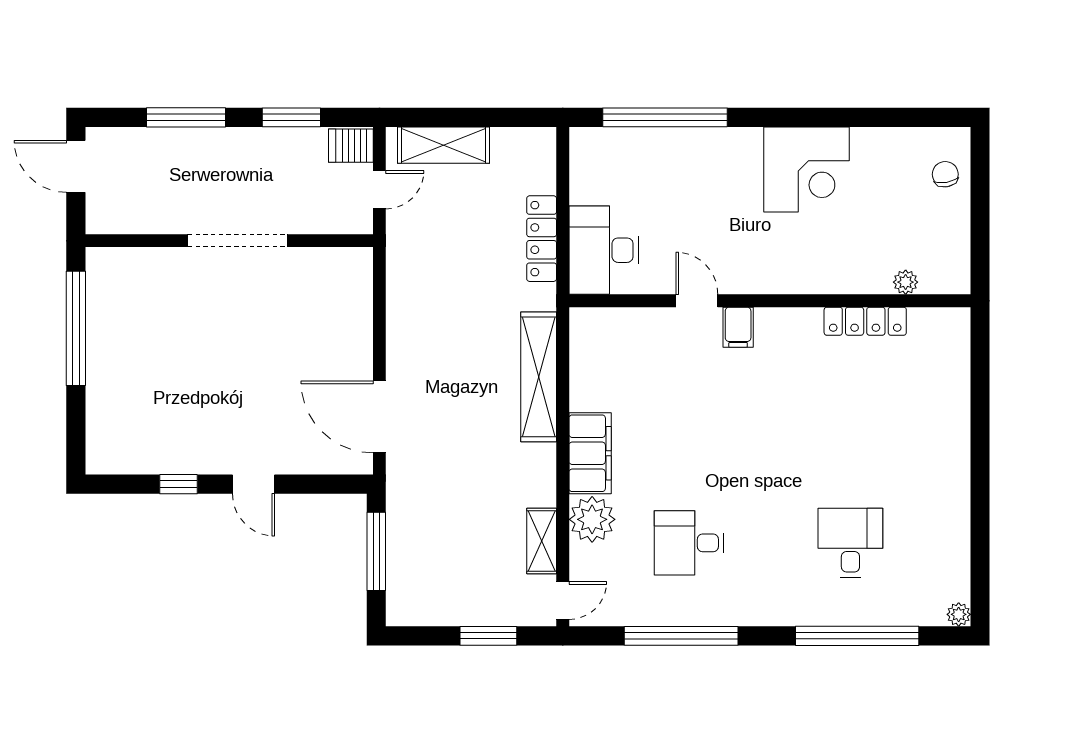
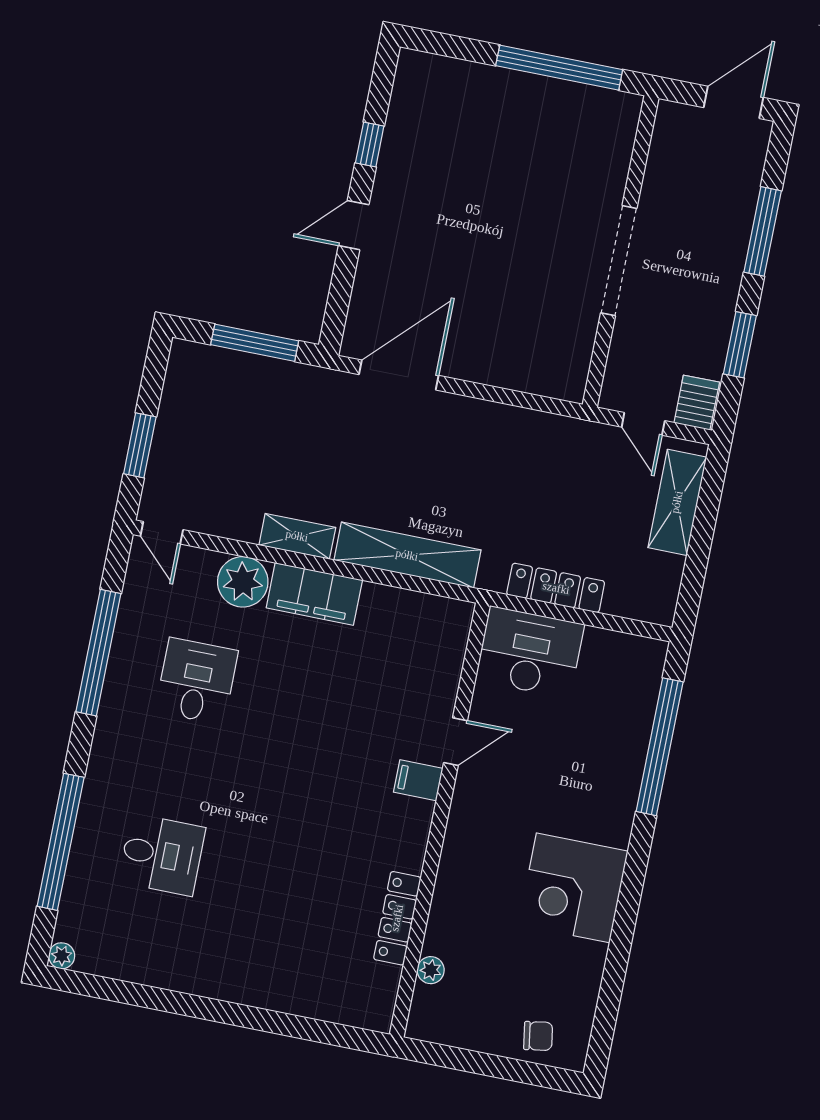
shelving: (542, 541) -> (297, 536), moved

